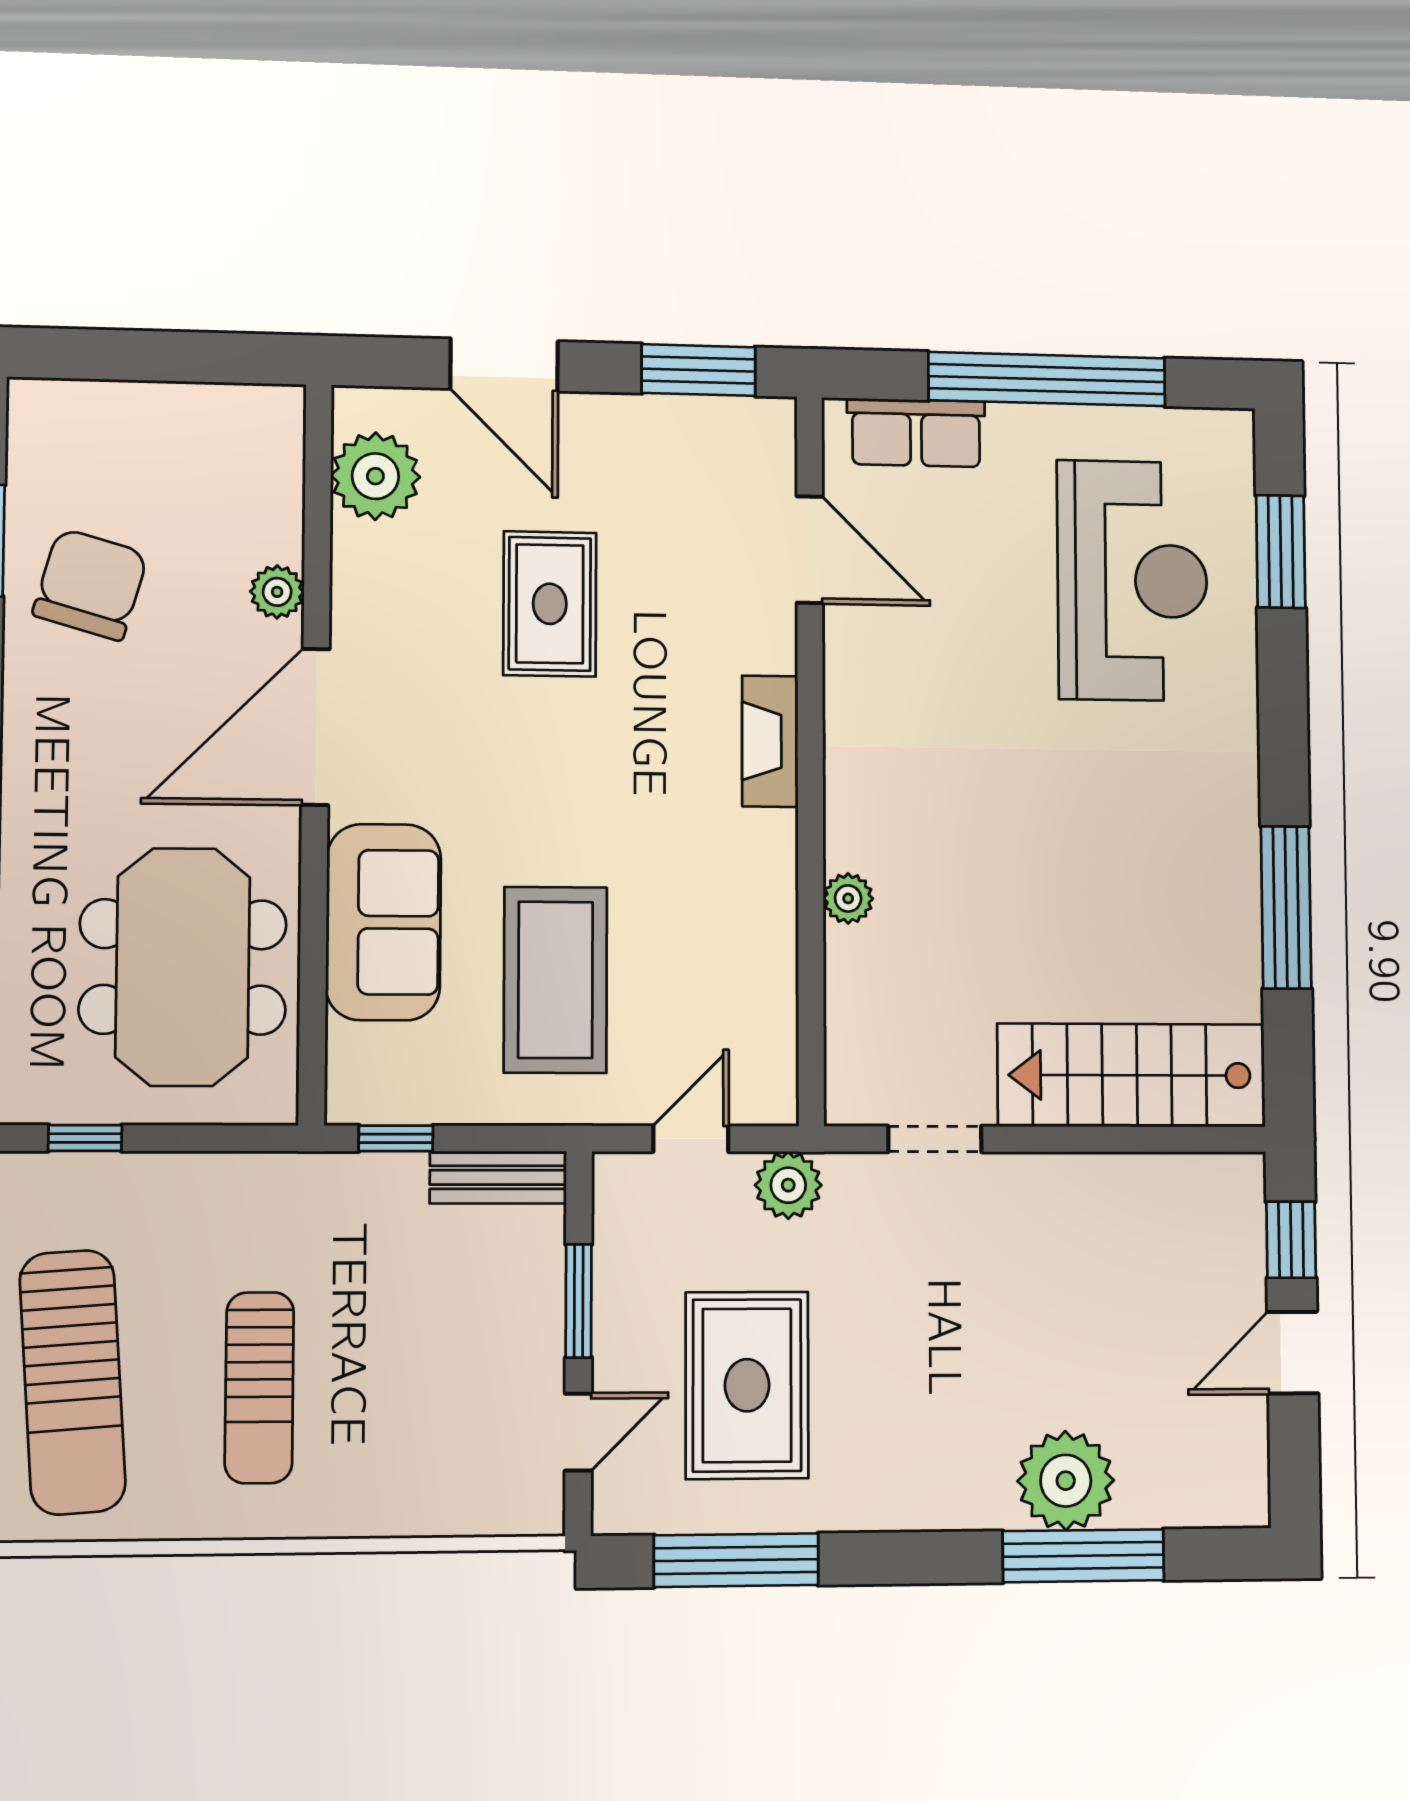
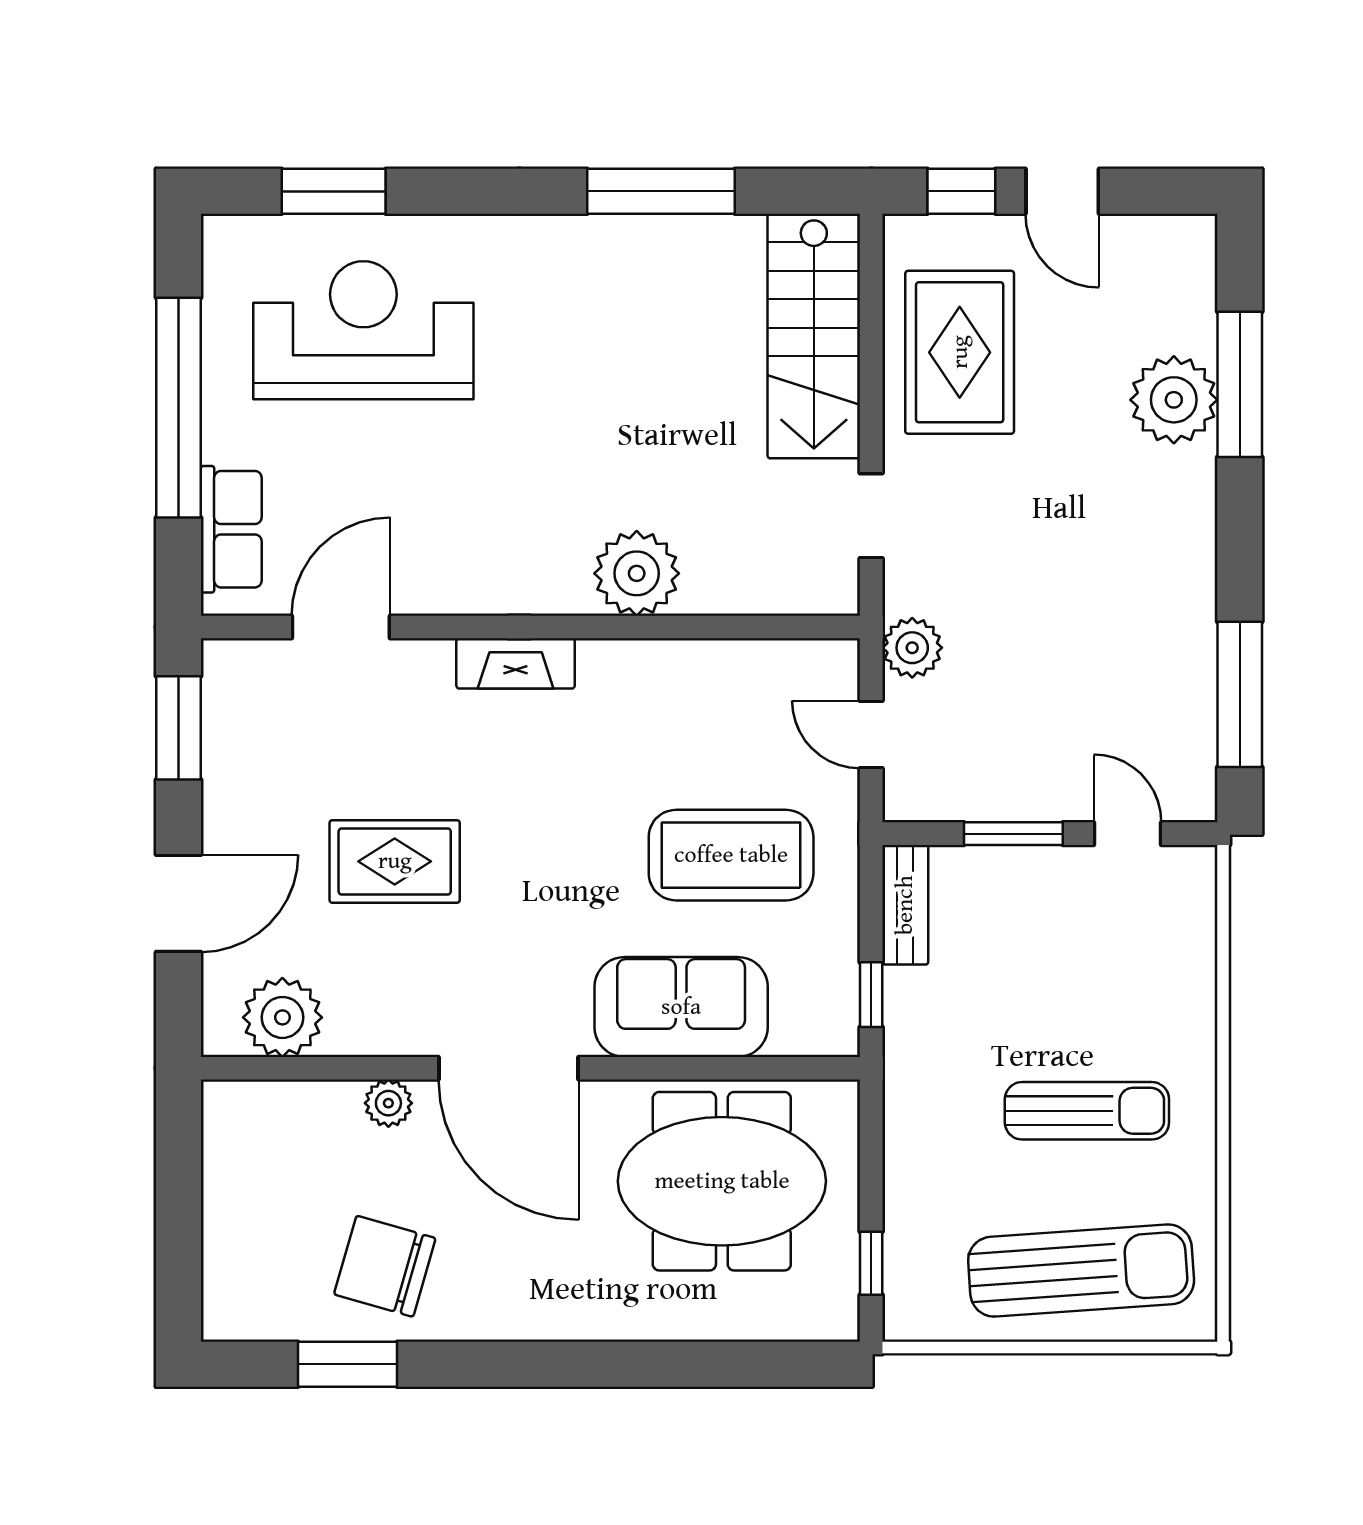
plant: (848, 898) -> (637, 573), width x1.88, depth x1.88
rug: (747, 1385) -> (960, 352), moved, turned 90

